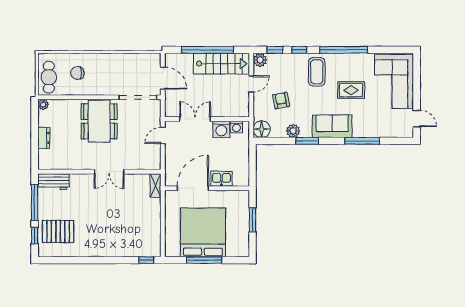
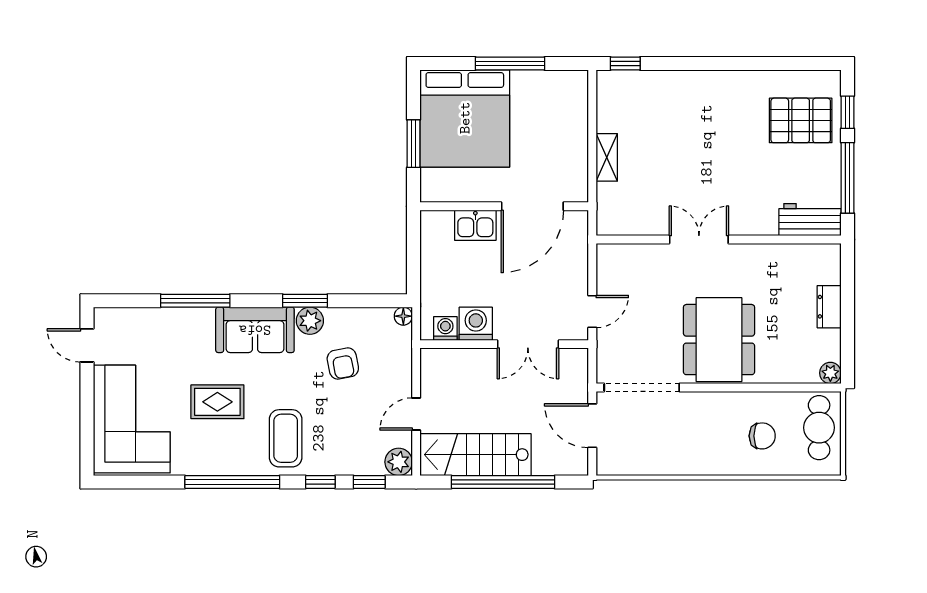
armchair: (281, 101) -> (343, 363), moved
floor lamp: (262, 129) -> (403, 316), width x0.53, depth x0.53
plant: (293, 131) -> (310, 321), moved
shelving: (155, 185) -> (607, 157), moved
bed: (203, 232) -> (465, 118), moved

